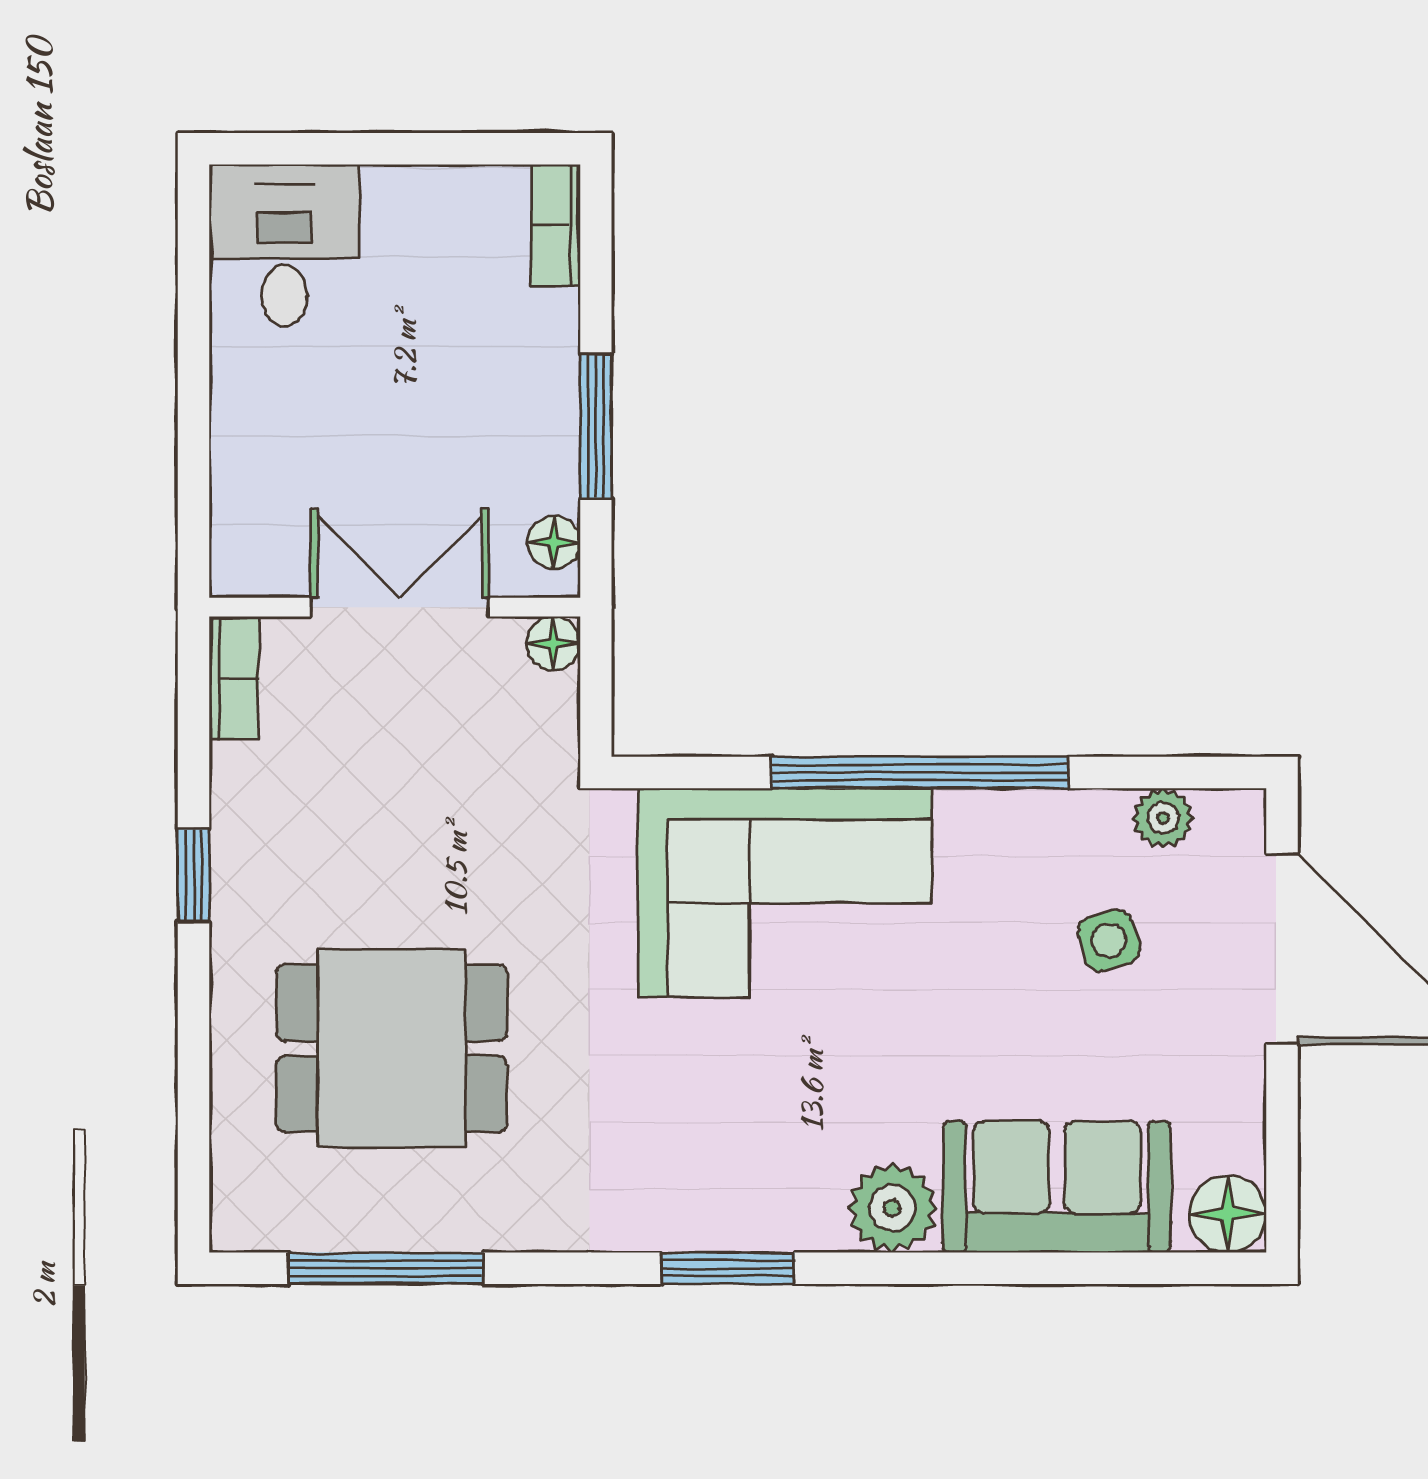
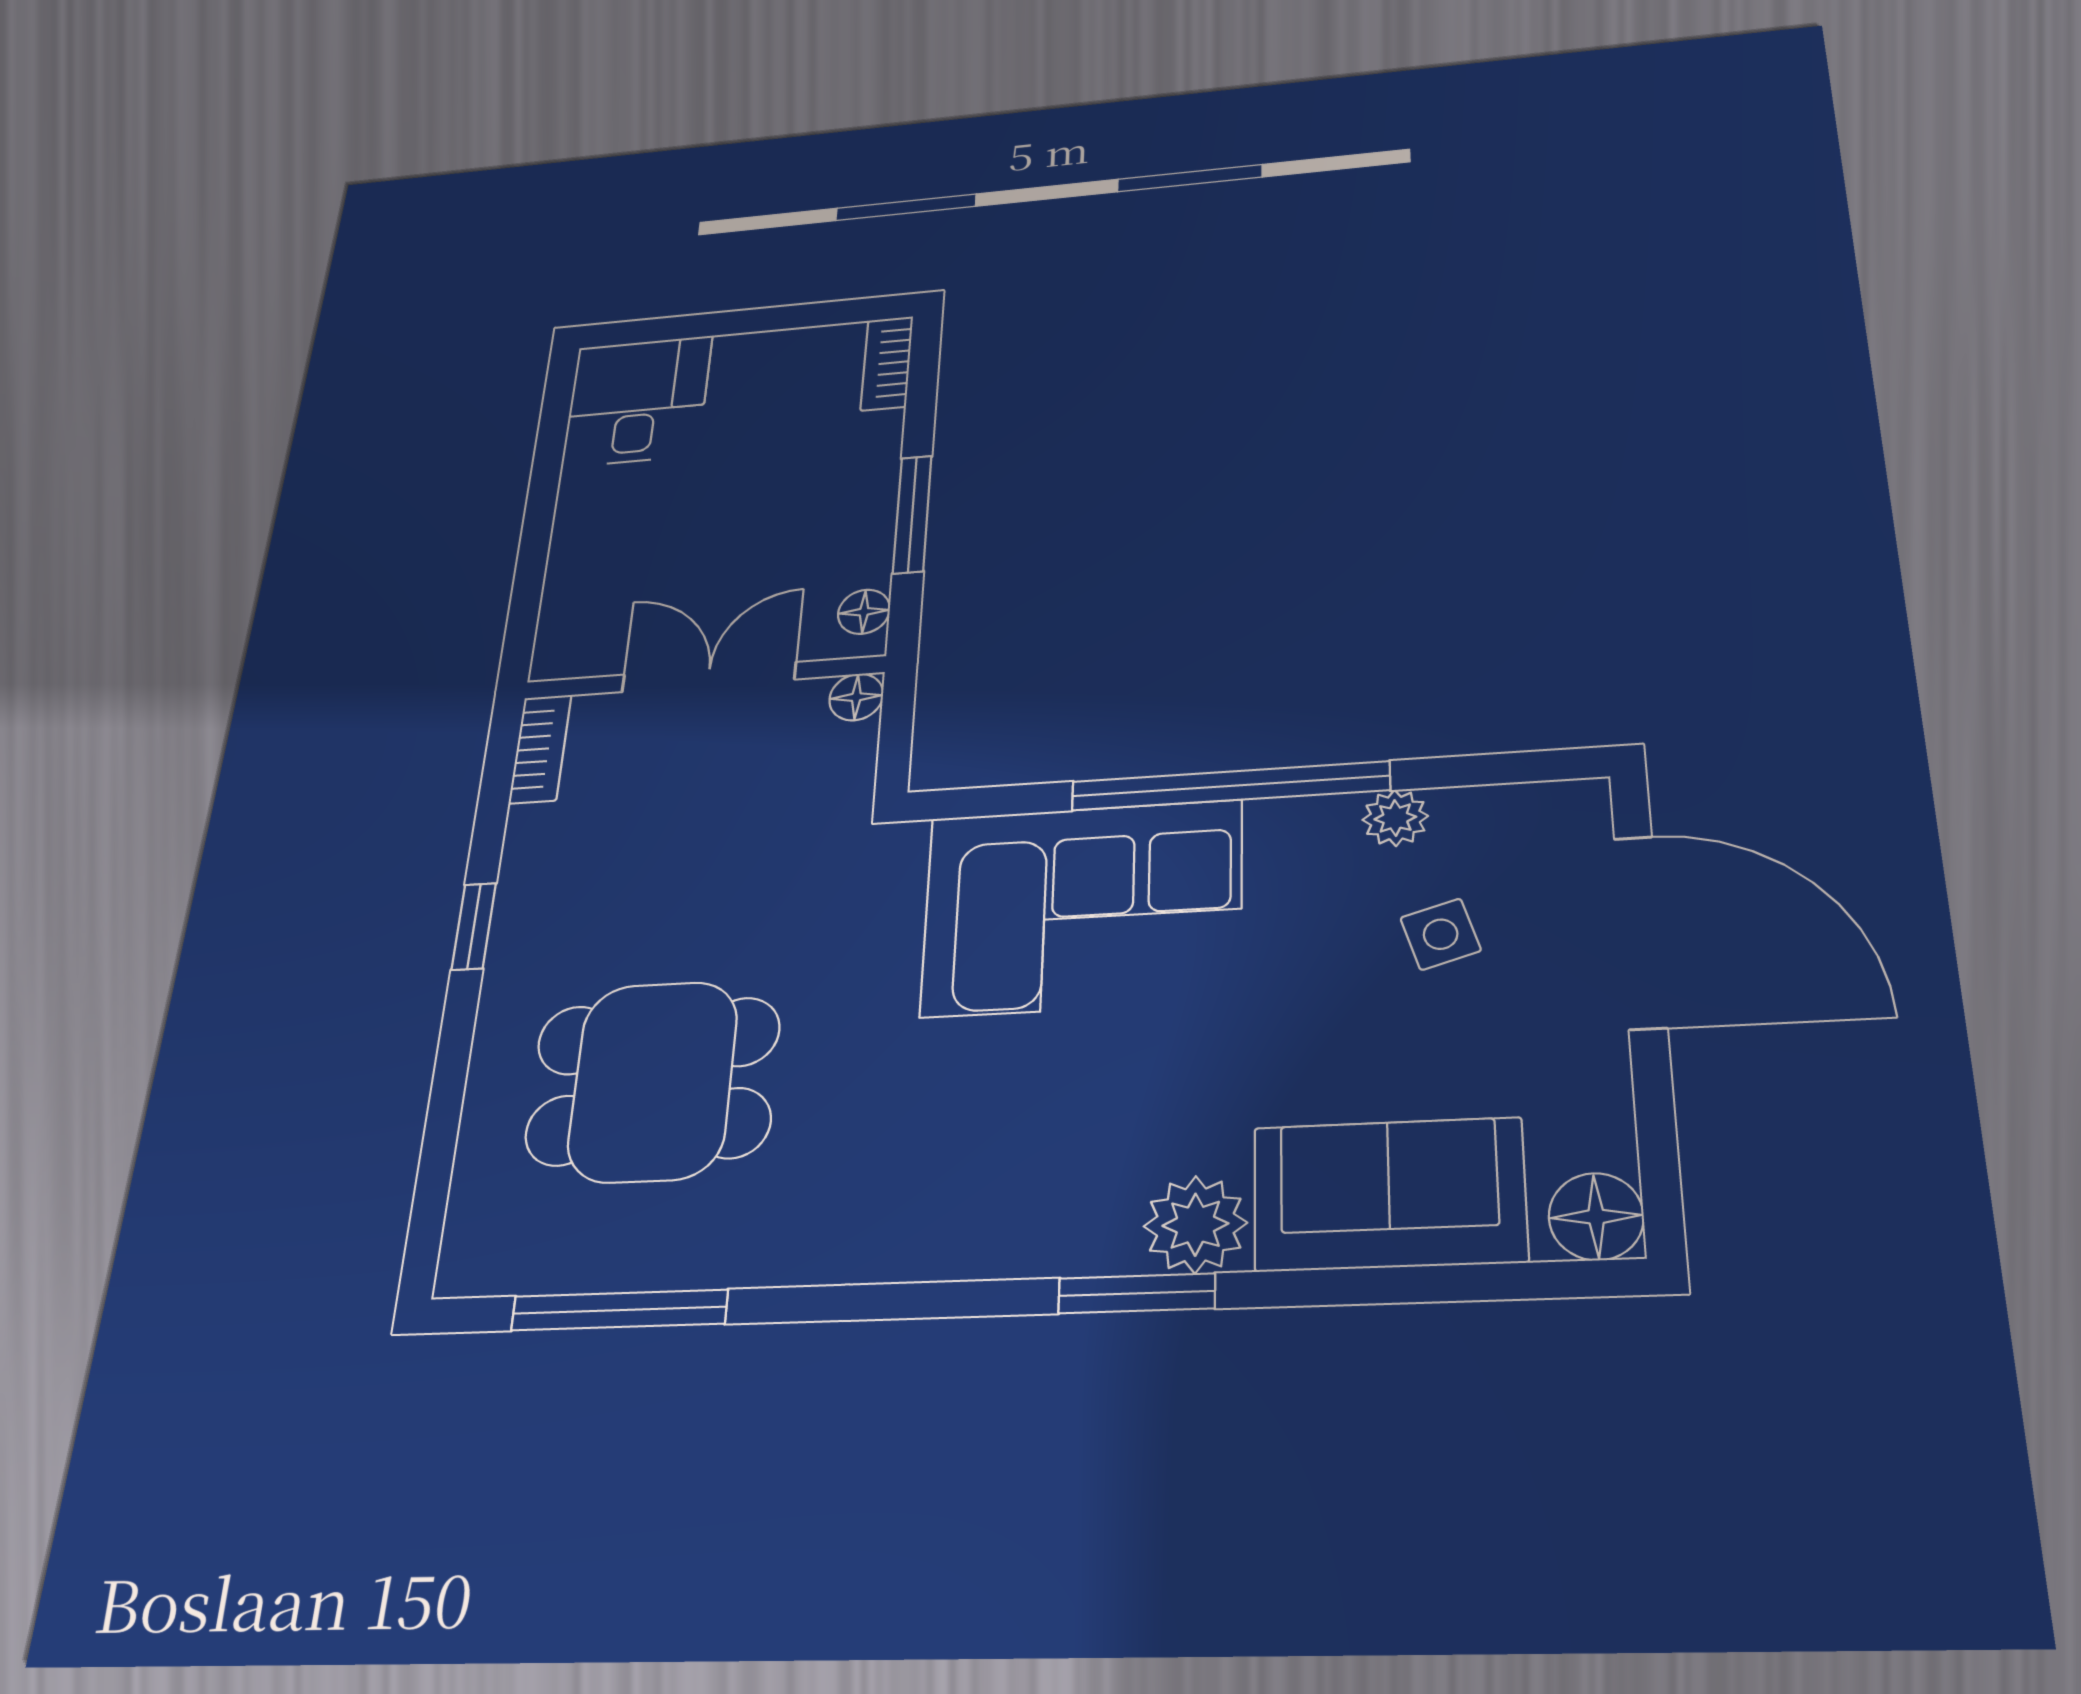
plant: (1163, 818) -> (1395, 818), moved
window: (728, 1268) -> (1137, 1293), moved

